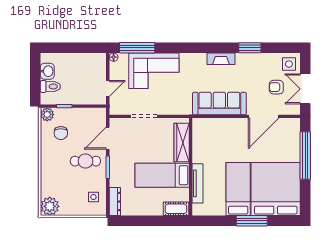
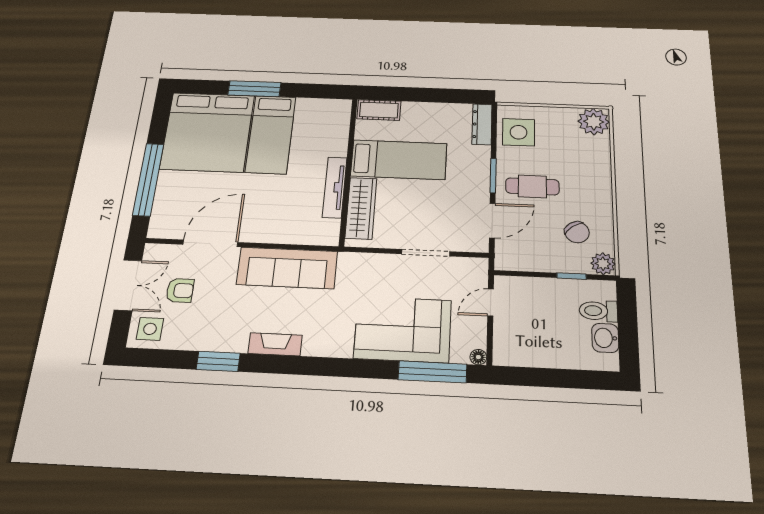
chair: (61, 133) -> (577, 232), turned 144
tv unit: (198, 183) -> (335, 187), moved
side table: (93, 197) -> (519, 132), width x1.87, depth x1.87

